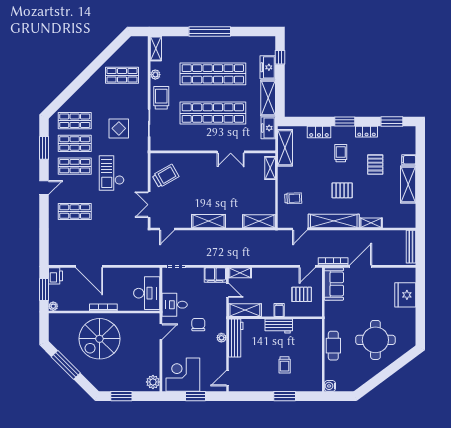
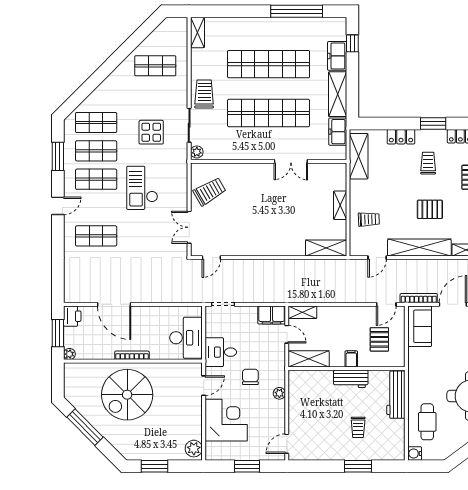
window: (210, 32) -> (297, 11), moved
plant: (155, 75) -> (197, 152), moved
shelving: (270, 168) -> (340, 205), moved
shelving: (209, 221) -> (263, 248), removed
pallet: (302, 294) -> (379, 339), turned 90
workbench: (236, 338) -> (396, 395), moved, turned 180
cafe table: (333, 346) -> (427, 422), moved
corner desk: (183, 375) -> (226, 420), moved, turned 90

